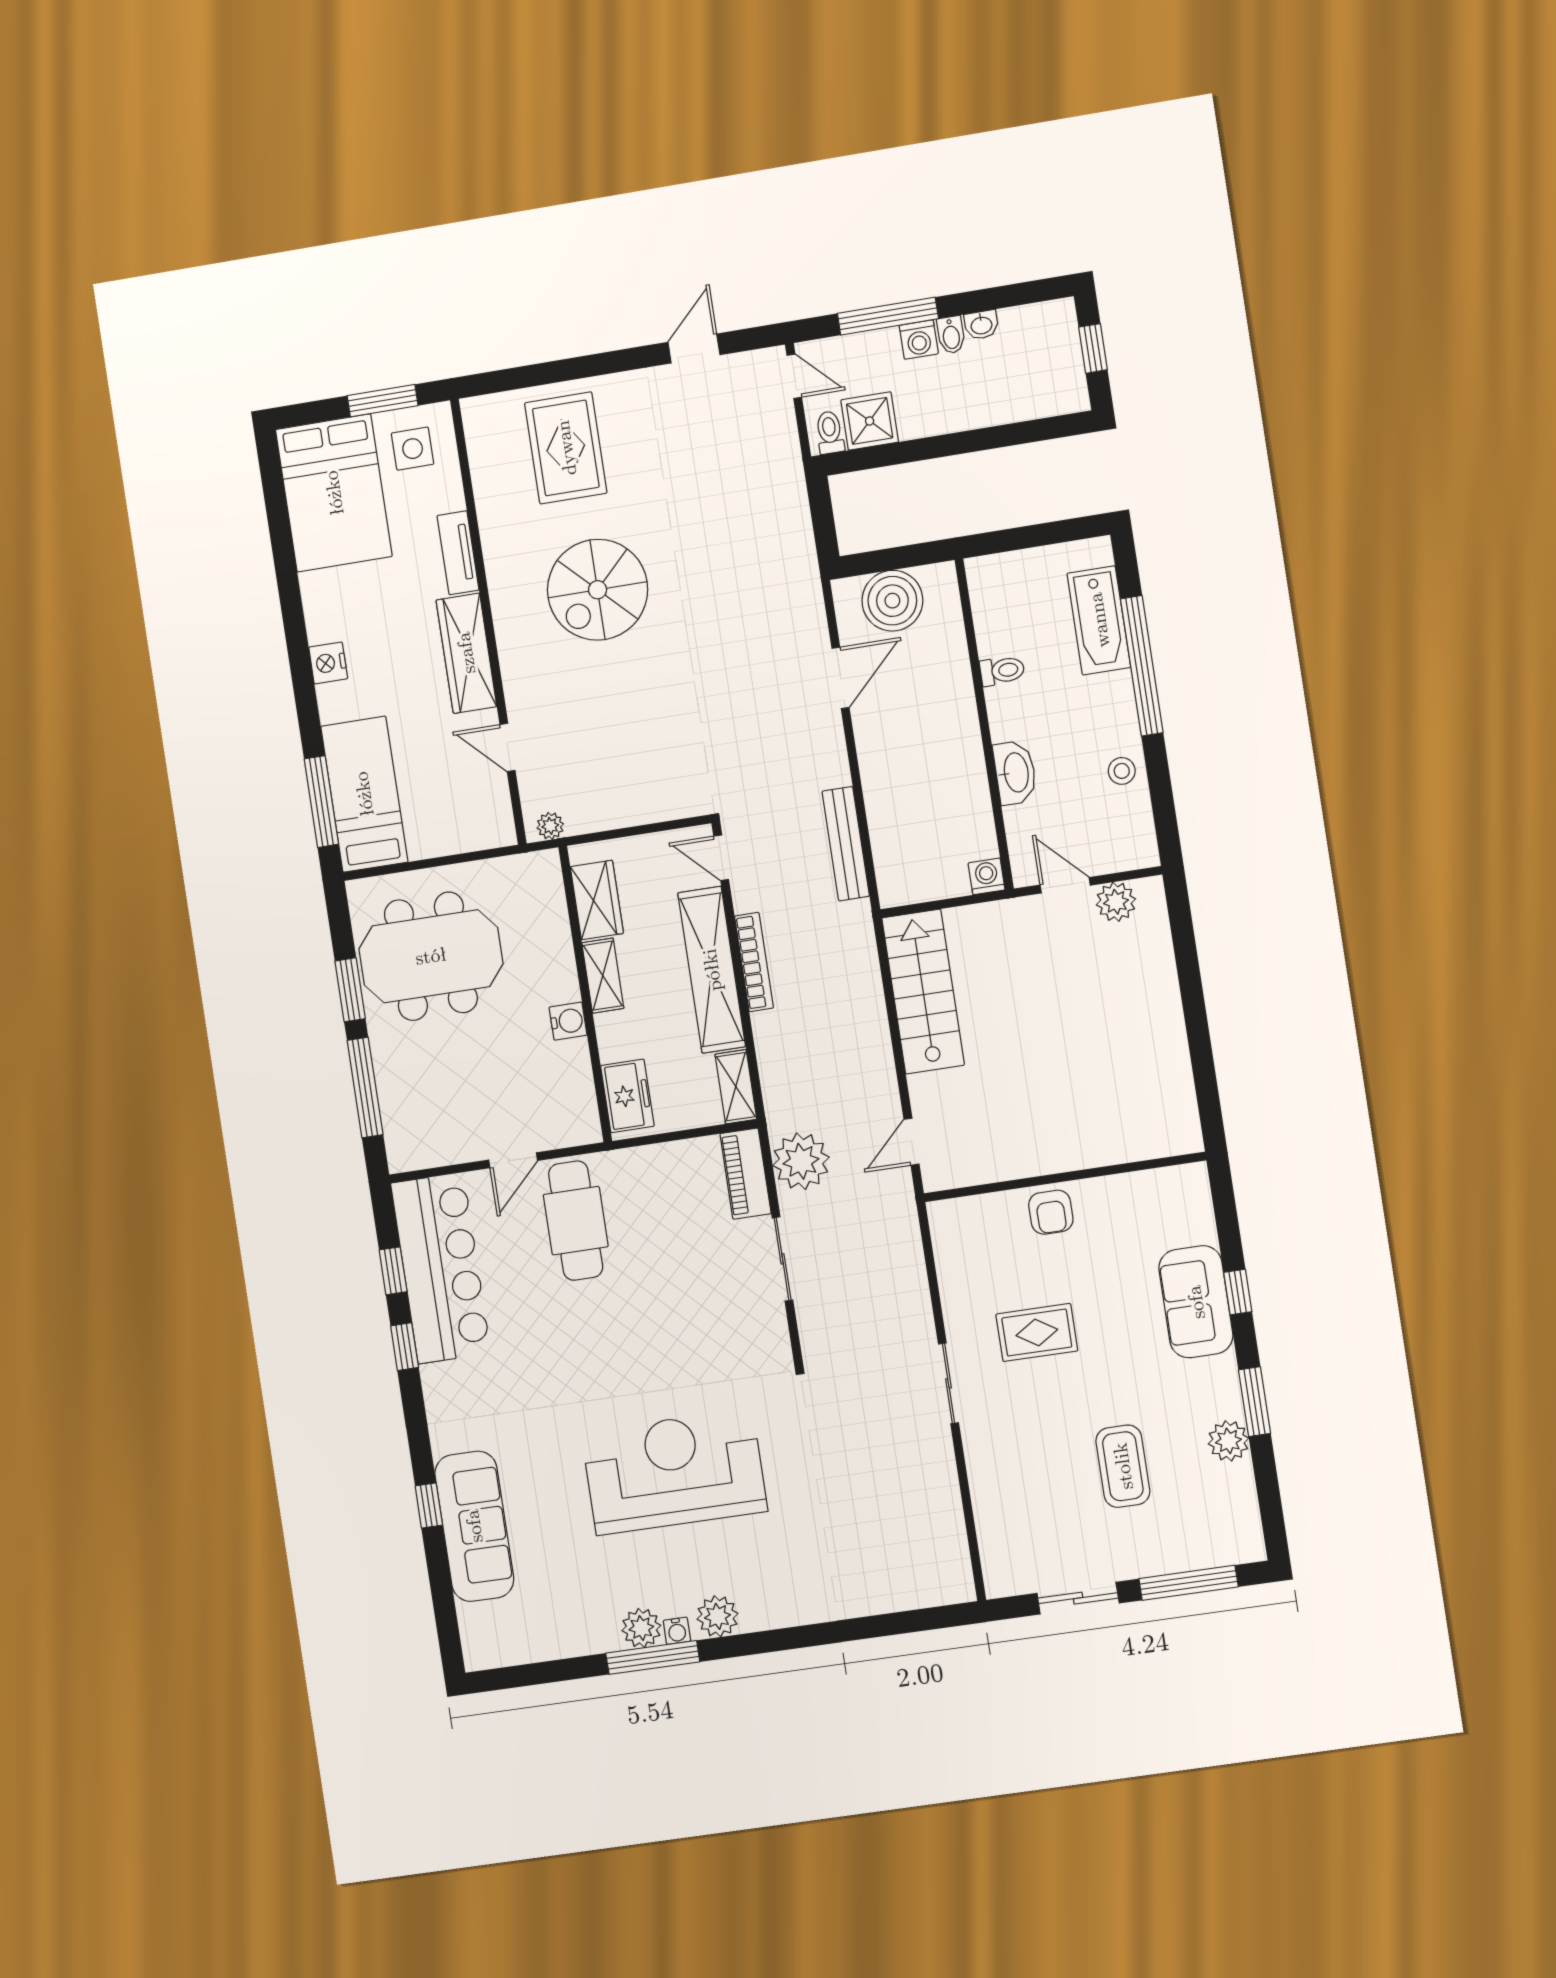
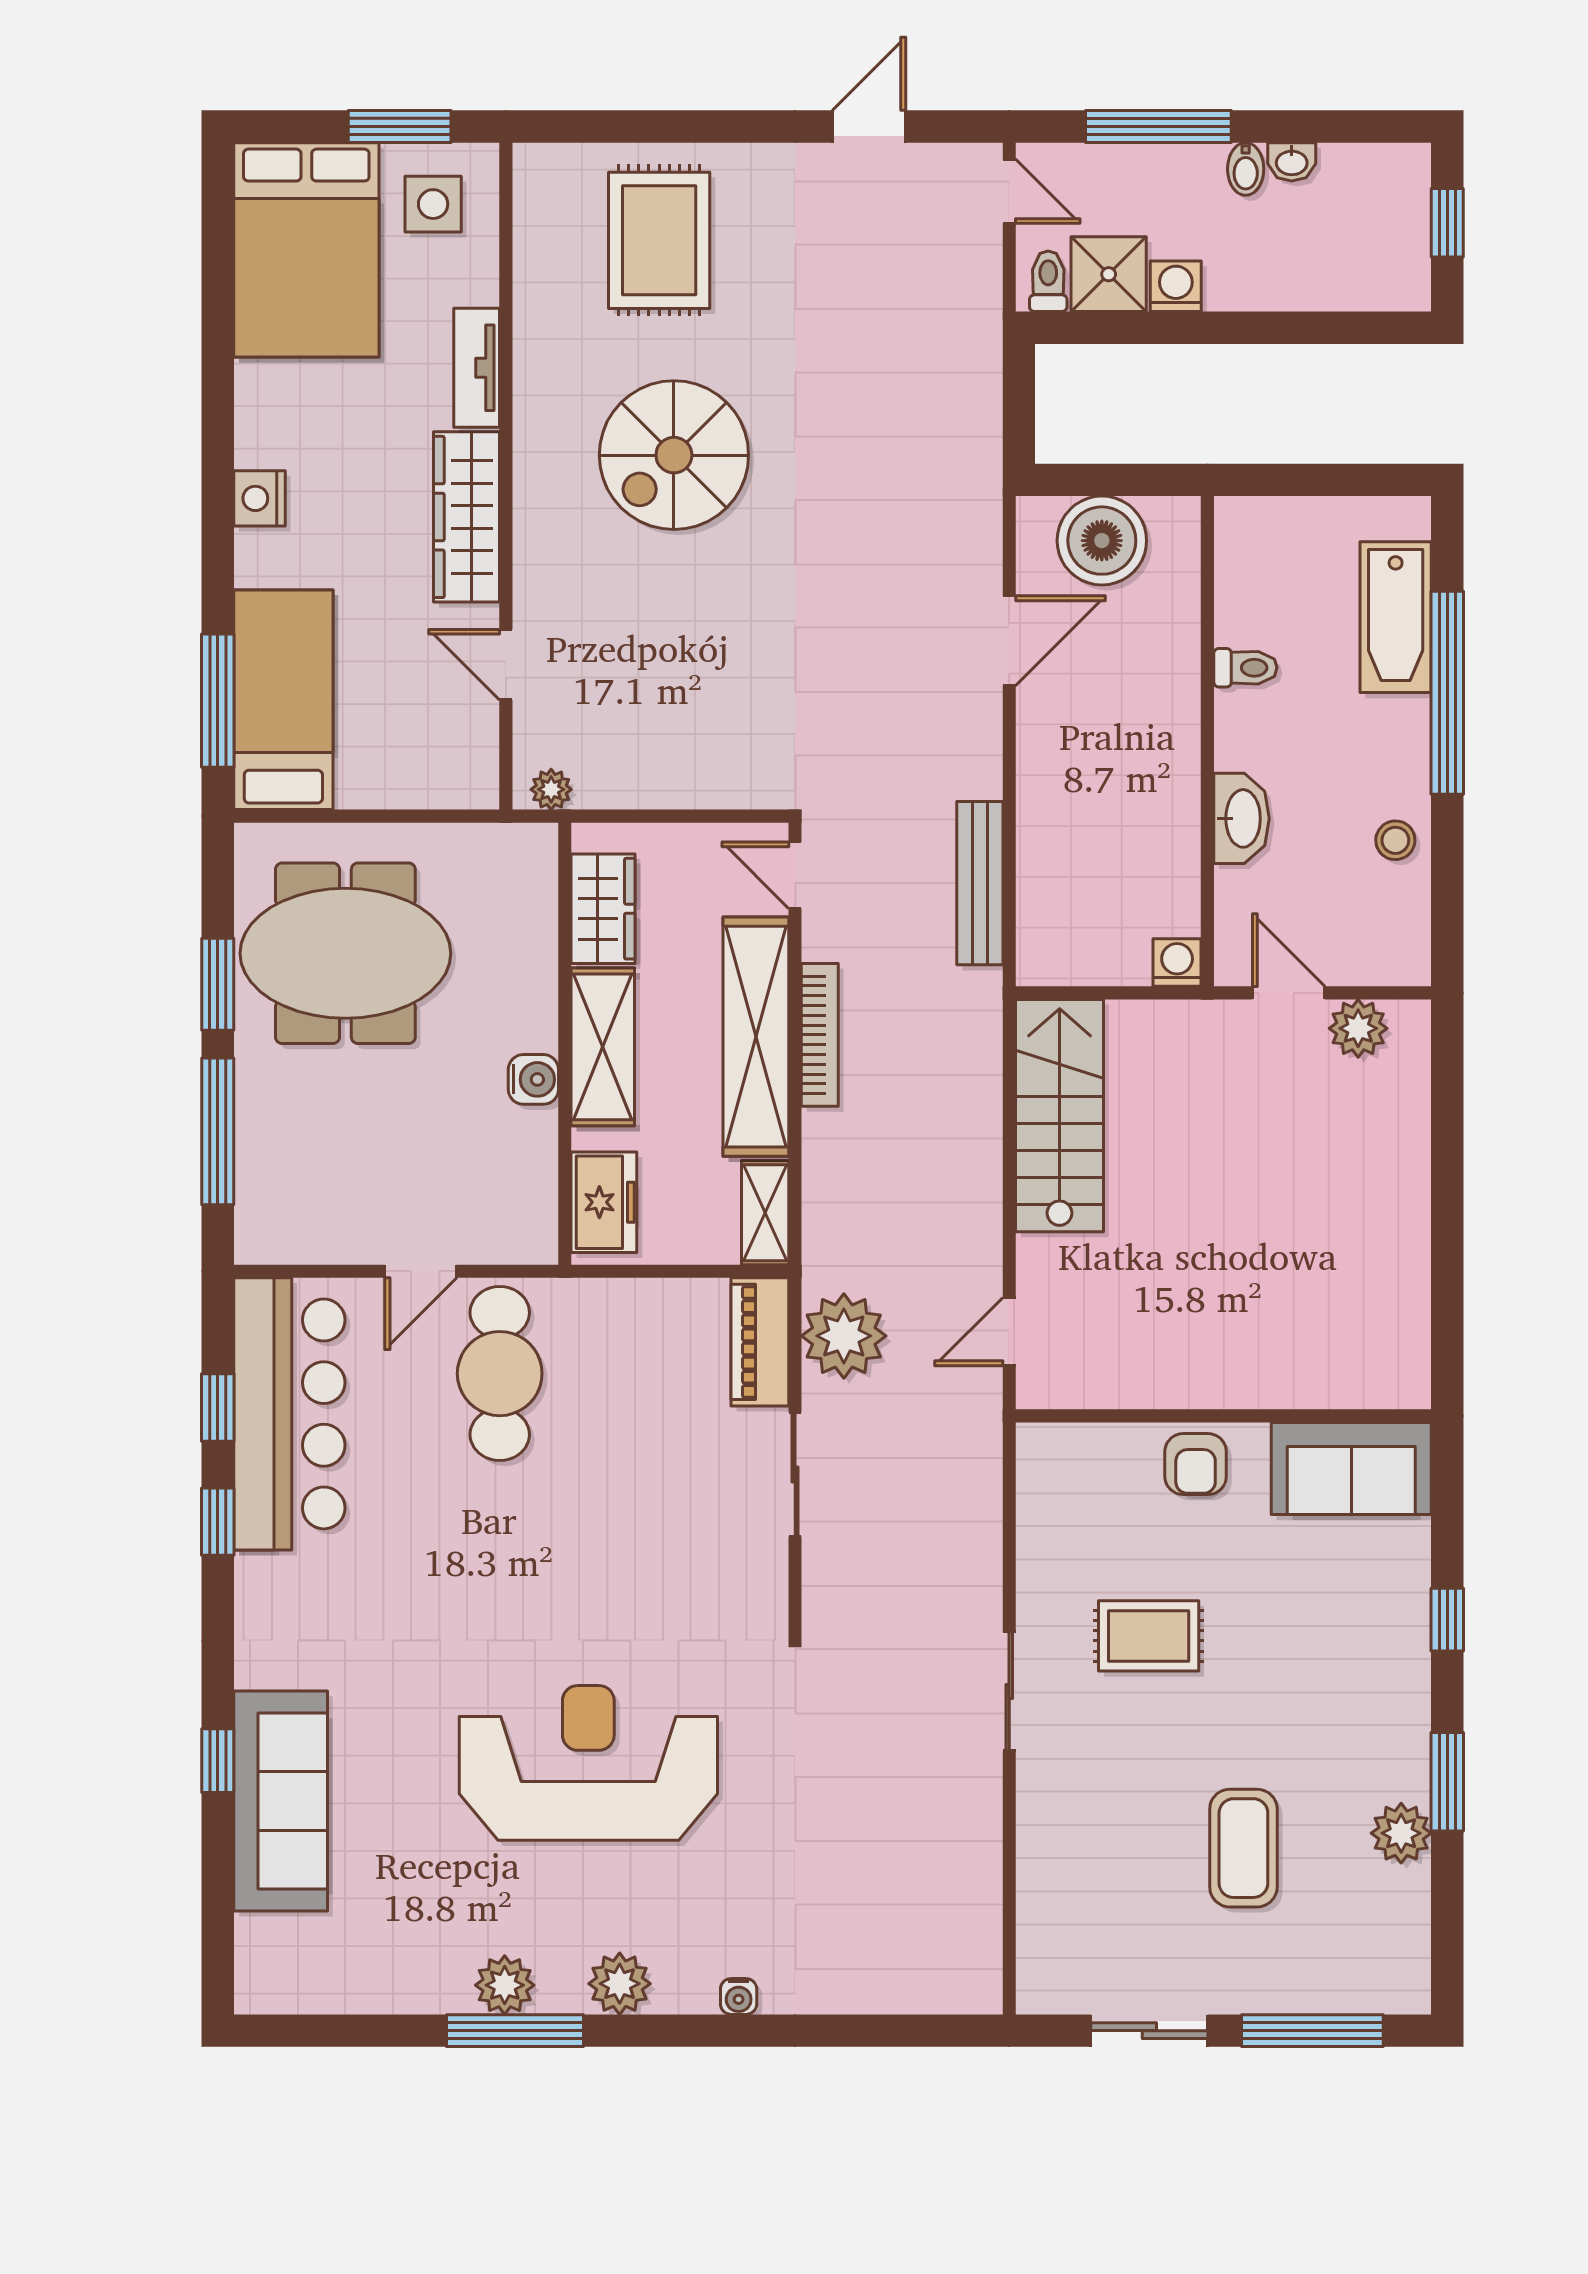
washing machine: (919, 340) -> (1176, 286), moved, turned 180
shelving: (603, 976) -> (603, 1047), width x1.50, depth x1.33
sofa: (1196, 1302) -> (1351, 1468), moved, turned -90
water cooler: (677, 1631) -> (739, 1996), moved

